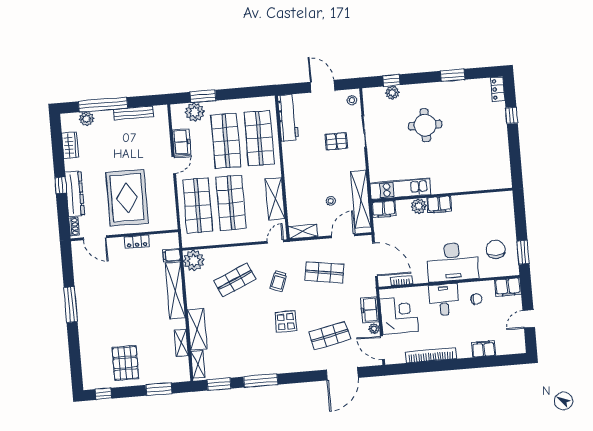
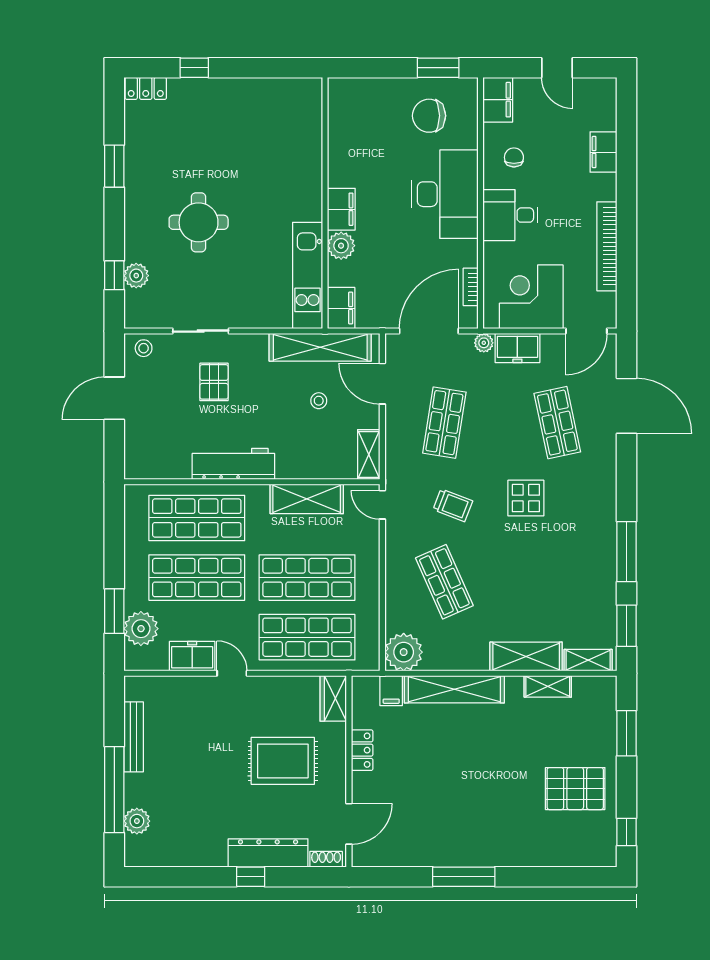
workbench: (288, 118) -> (233, 464), moved
wardrobe: (70, 145) -> (333, 698), moved, turned -90
rug: (127, 198) -> (283, 761), width x0.73, depth x0.69
plant: (374, 329) -> (484, 343), moved

